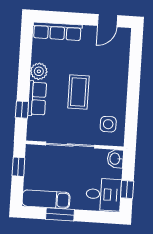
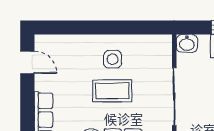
side table: (108, 124) -> (113, 59), moved

